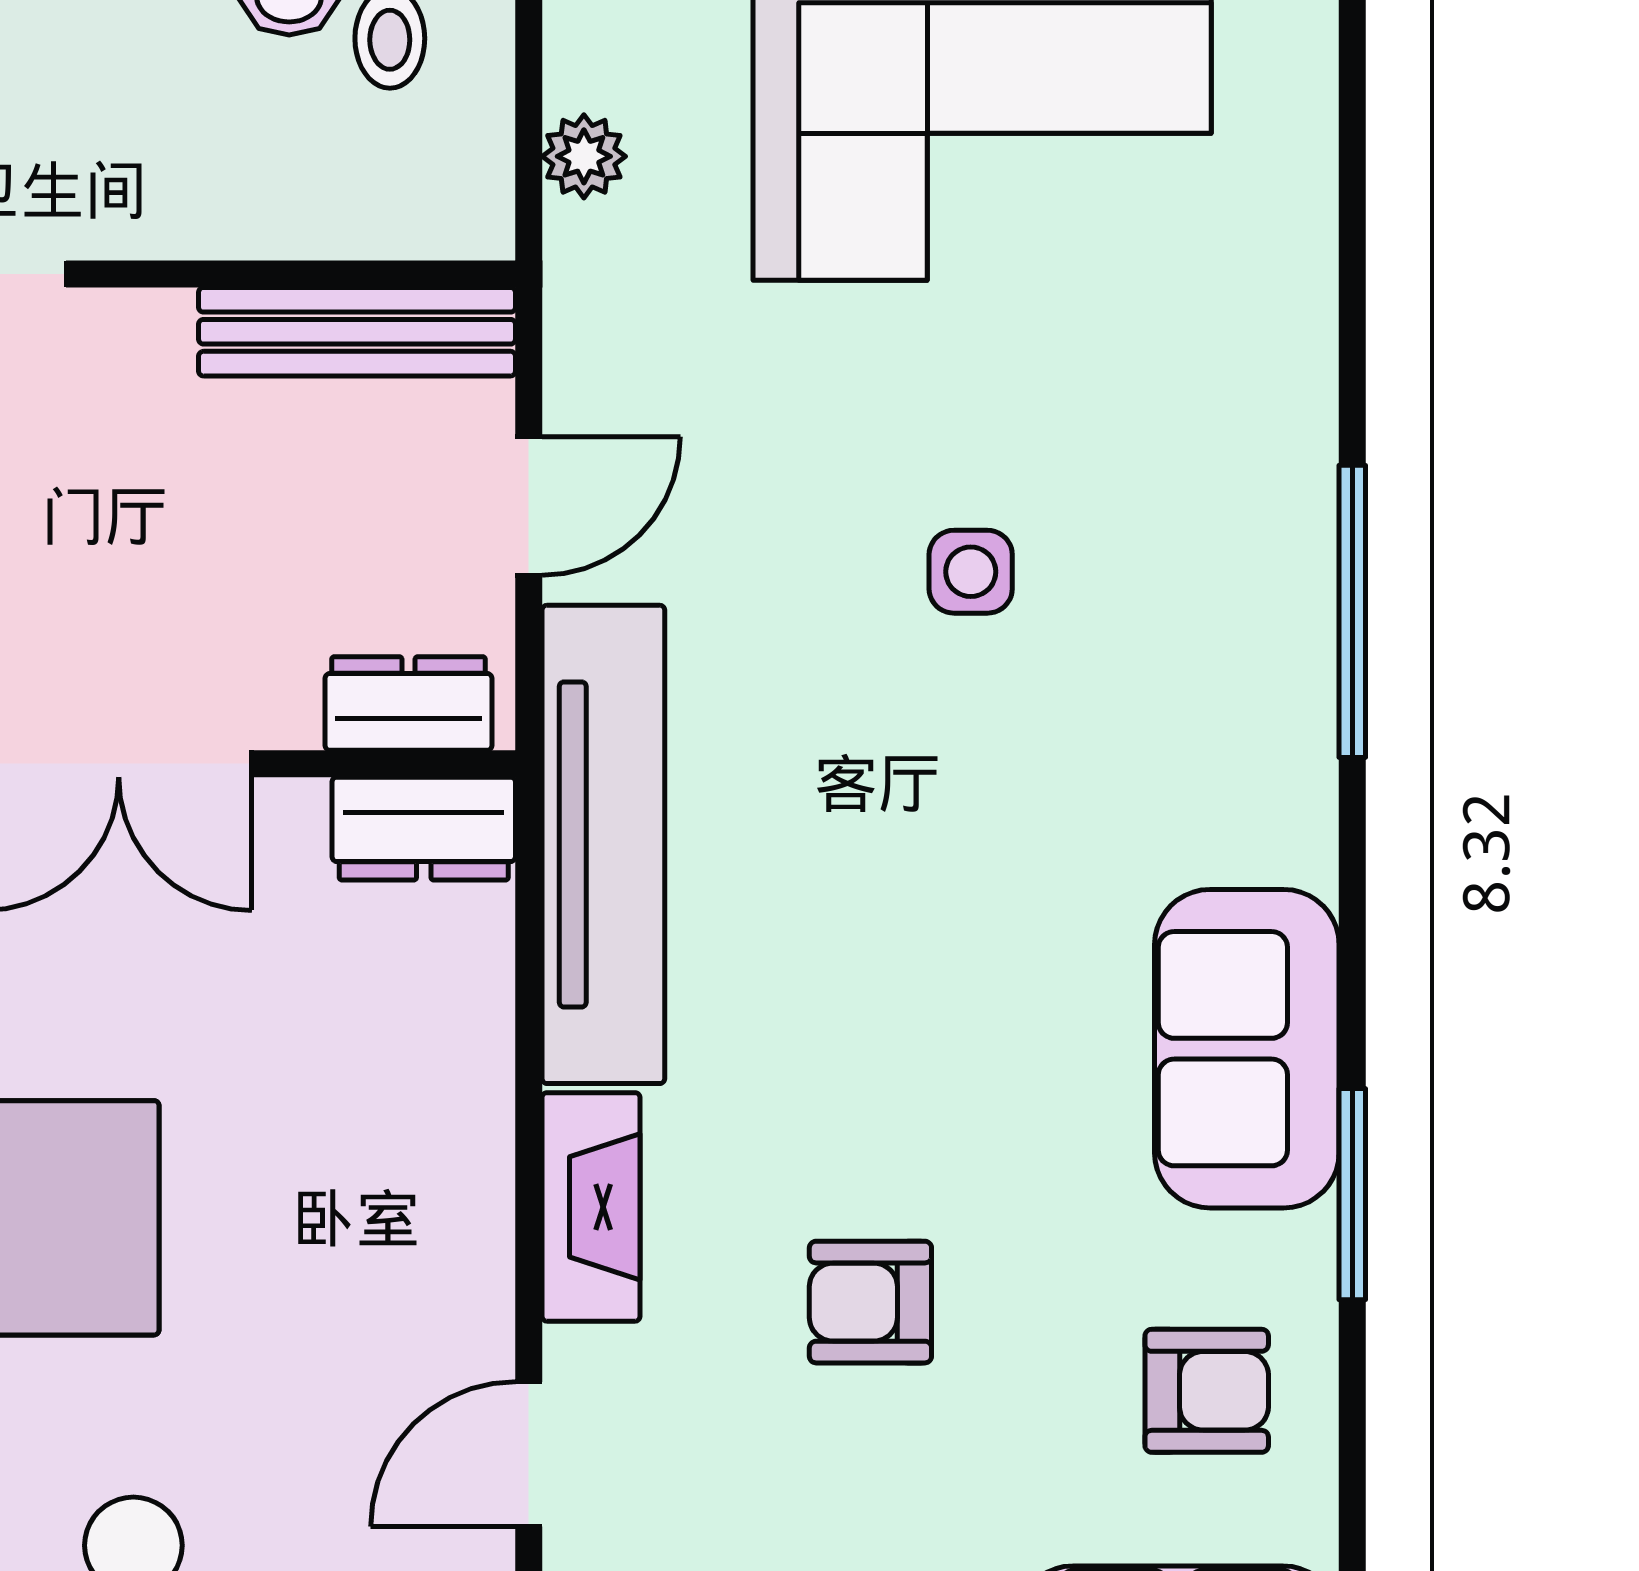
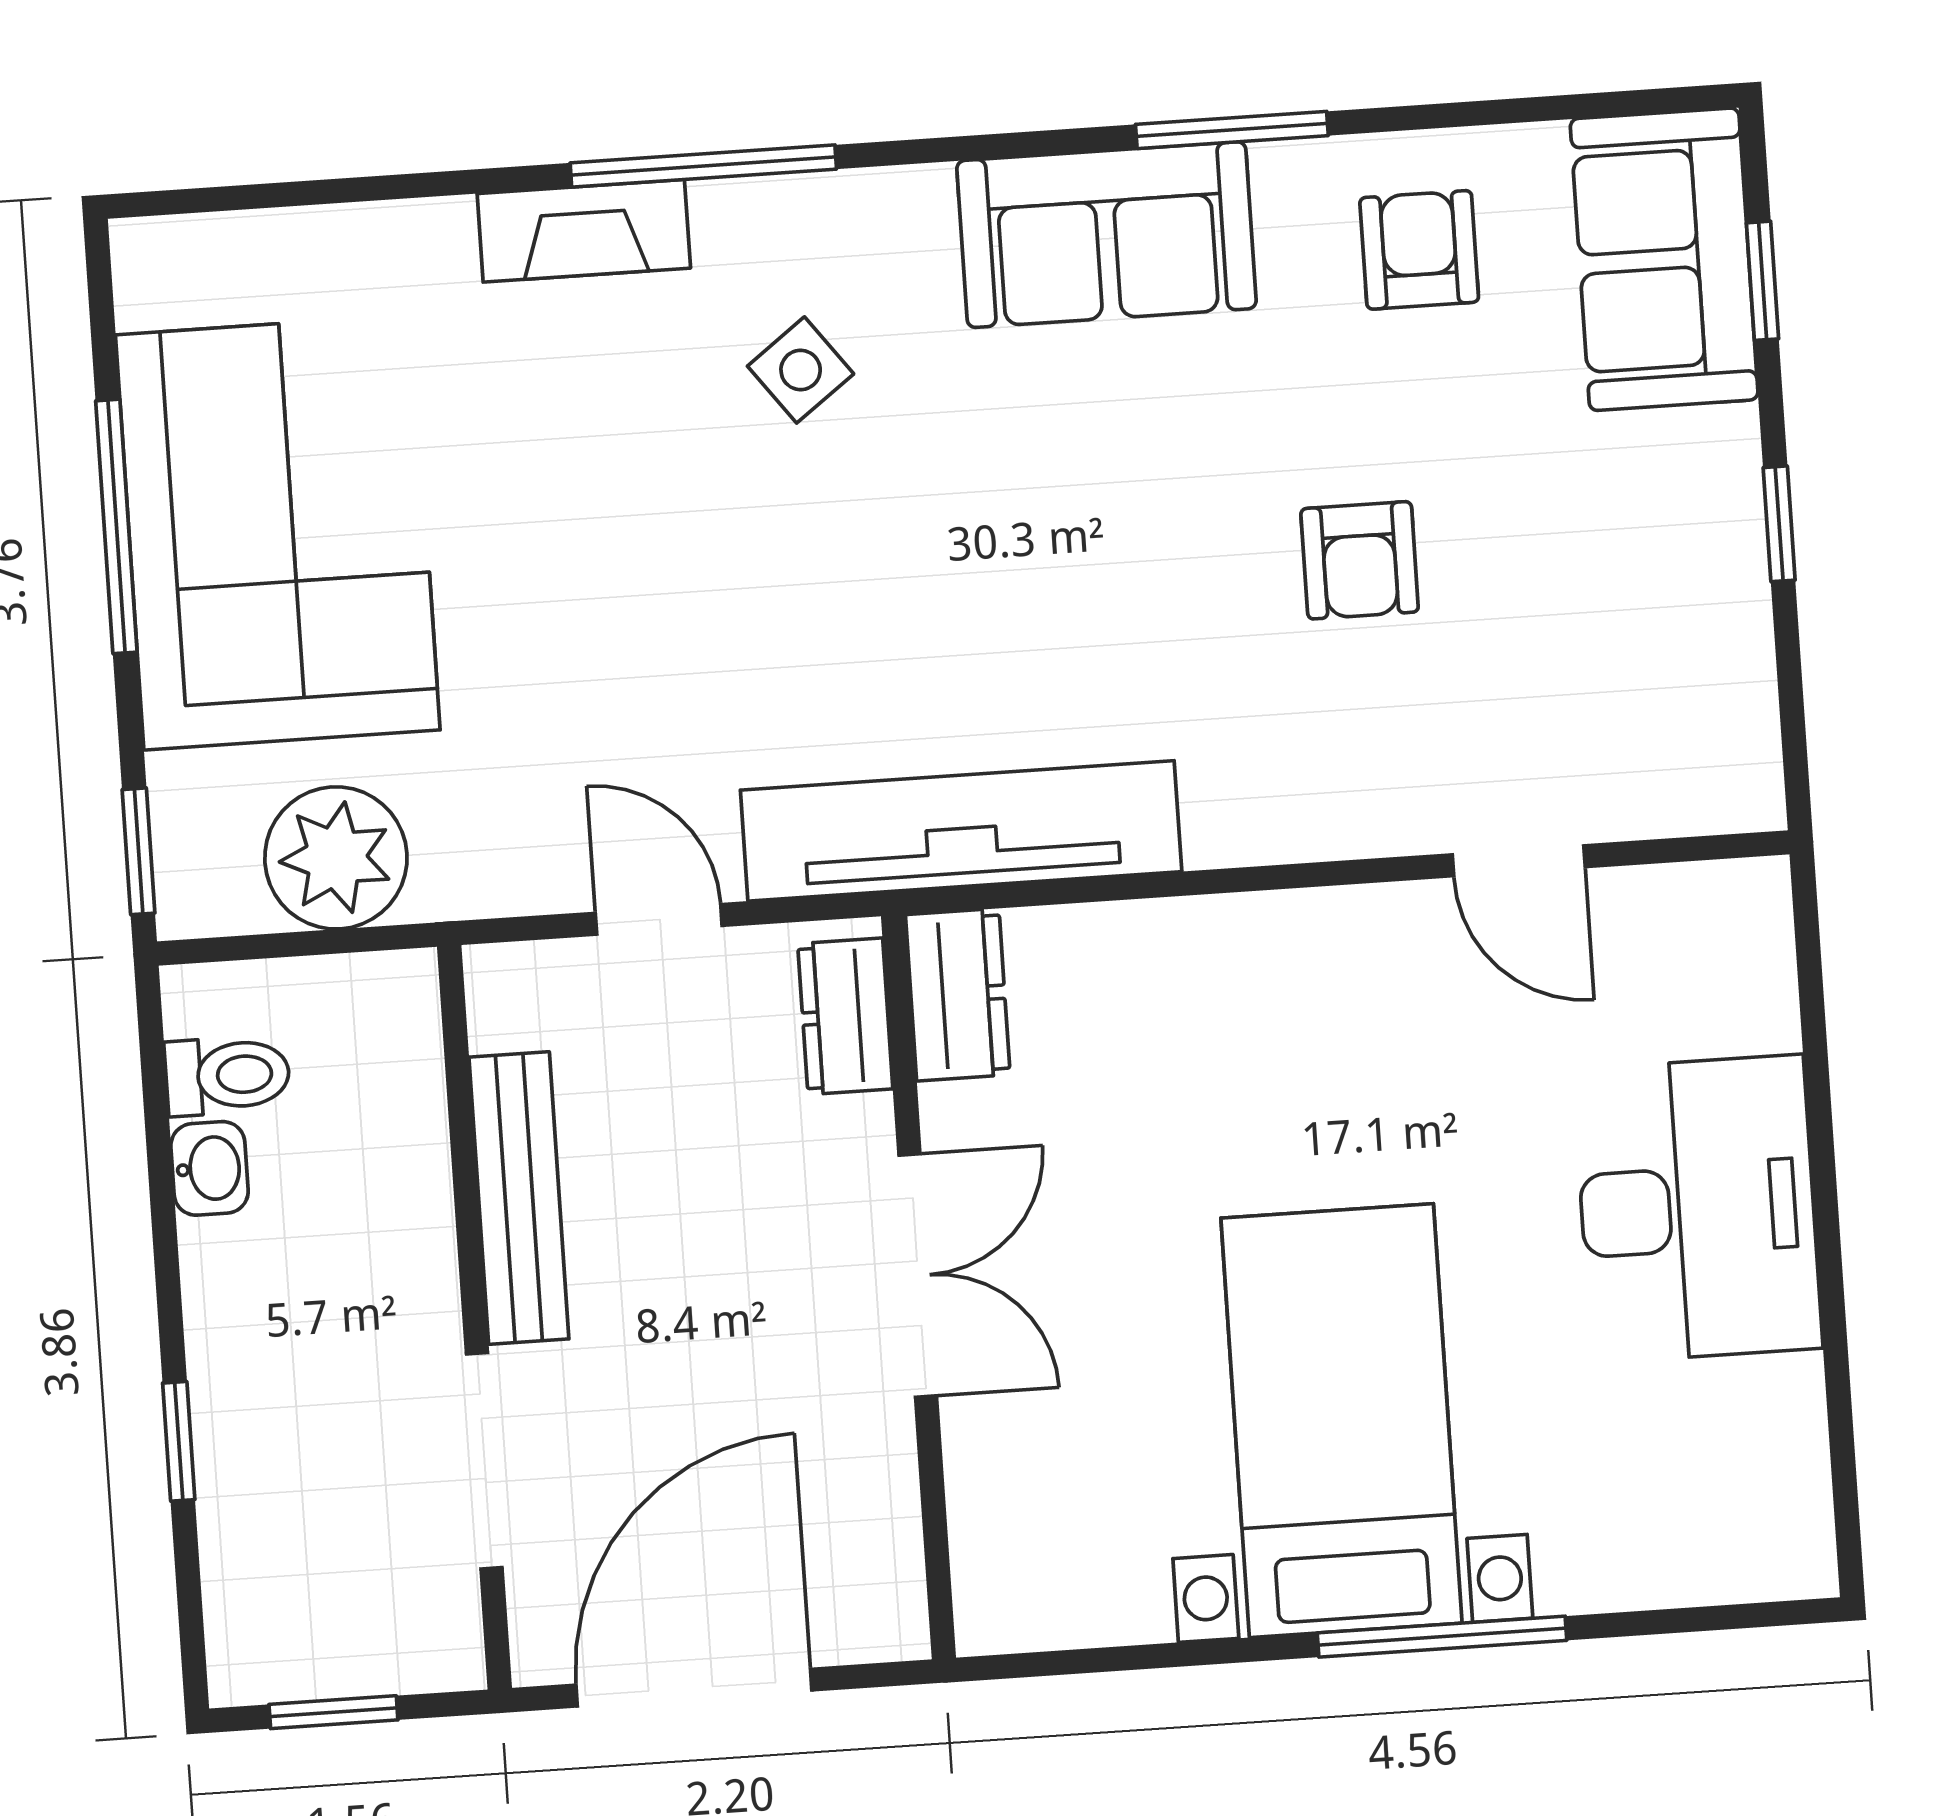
plant: (584, 156) -> (336, 858), width x1.88, depth x1.88
bench: (357, 332) -> (519, 1198), moved
side table: (971, 572) -> (801, 370), moved, turned -37
fireplace: (591, 1207) -> (584, 231), moved, turned 180

